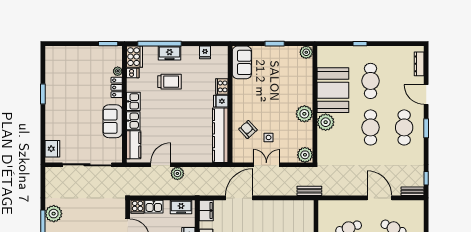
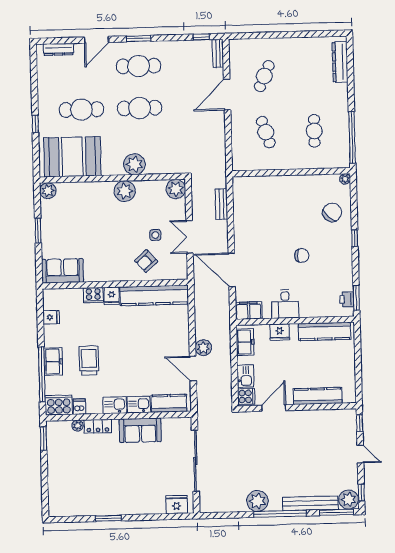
booth: (333, 90) -> (72, 157), moved
bench: (309, 191) -> (221, 204), moved

